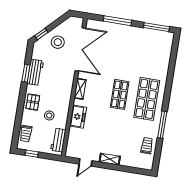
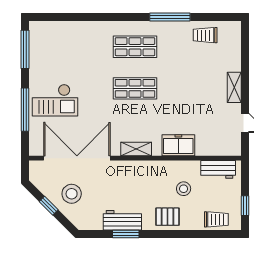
window: (41, 34) -> (49, 206), moved
checkout: (120, 41) -> (55, 100), added
shop shelf: (147, 99) -> (135, 47), width x0.70, depth x0.74

